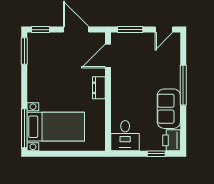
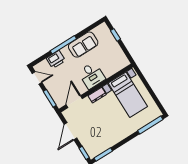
door: (108, 56) -> (74, 102), swing flipped
bed with nightstands: (56, 127) -> (128, 95), moved, turned 180
desk: (125, 136) -> (92, 75), moved, turned 90
printer: (172, 140) -> (56, 59), moved

